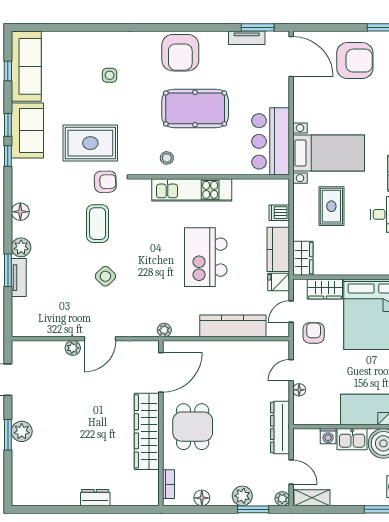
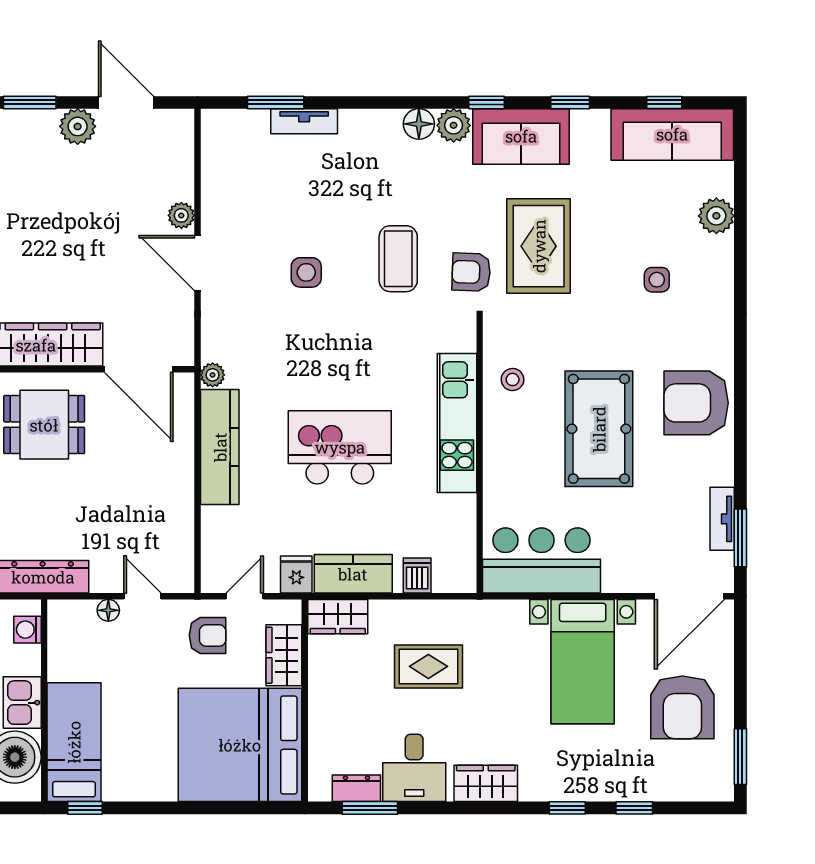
plant: (73, 41) -> (716, 216), added
sofa: (27, 130) -> (521, 136), moved
bed with nightstands: (329, 153) -> (583, 662), moved
window: (8, 156) -> (486, 102), moved
armchair: (105, 182) -> (471, 272), turned 94
coffee table: (98, 224) -> (398, 259), turned 90
plant: (21, 247) -> (454, 125), moved
window: (8, 270) -> (276, 102), moved
side table: (105, 276) -> (306, 272), turned 45
door: (291, 312) -> (245, 596), hinge flipped
kitchen counter: (233, 326) -> (220, 447), moved
plant: (22, 431) -> (78, 126), moved
washing machine: (328, 436) -> (27, 630), moved

